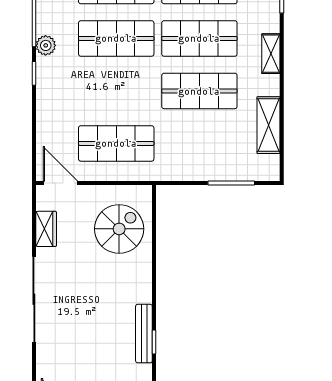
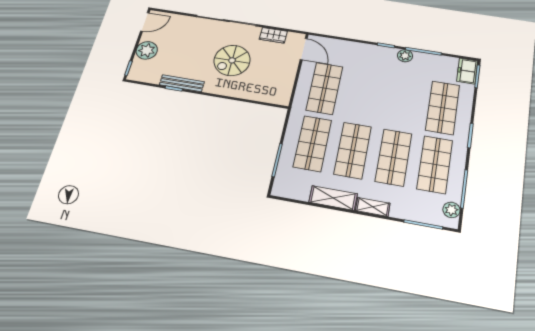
shop shelf: (116, 38) -> (312, 143), moved
shelving: (268, 125) -> (333, 198), moved
door: (60, 183) -> (304, 49), hinge flipped
spiral stairs: (119, 229) -> (232, 60), moved, turned 90

